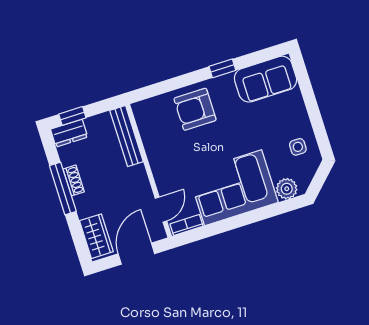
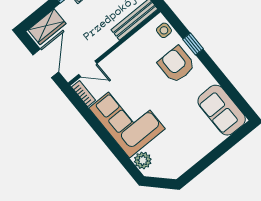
window: (222, 68) -> (193, 44), moved
side table: (298, 147) -> (164, 30), moved
door: (136, 254) -> (46, 63), hinge flipped

